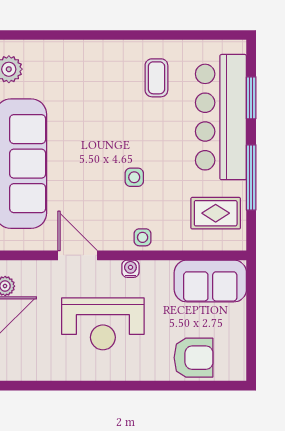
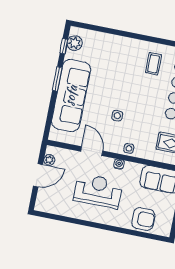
side table: (134, 177) -> (117, 116), moved
reception desk: (103, 324) -> (98, 191), turned 180

